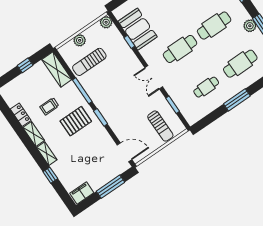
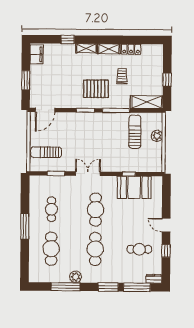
plant: (106, 22) -> (157, 166), removed
pallet: (76, 121) -> (96, 89), turned 90
window: (110, 187) -> (26, 80), width x0.69

